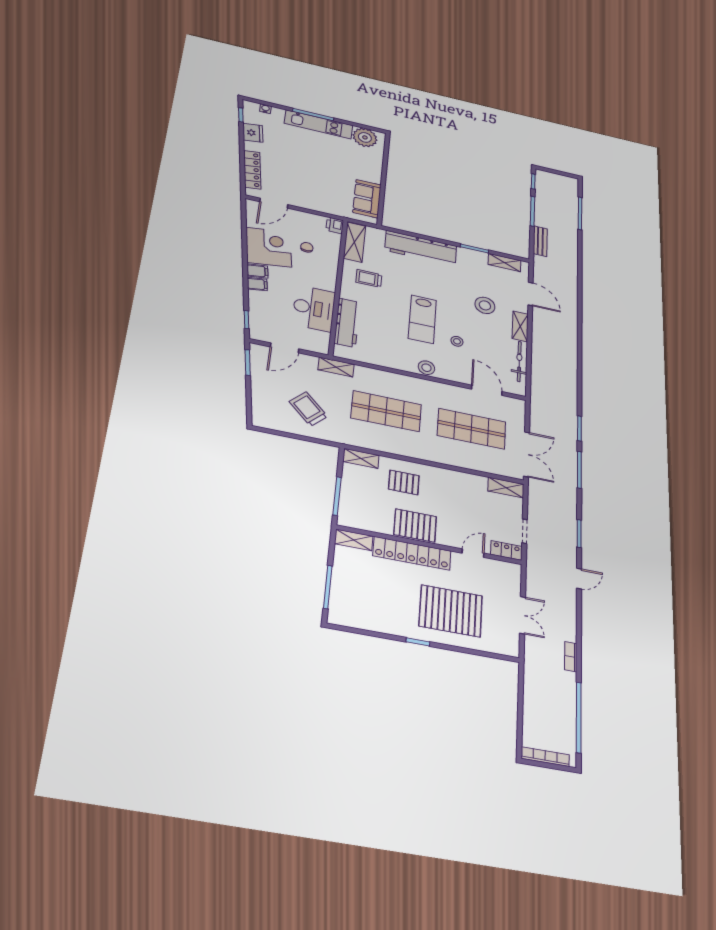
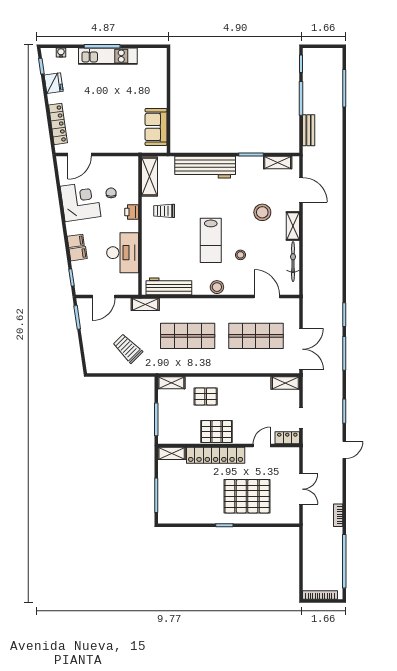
plant: (365, 137) -> (149, 59), removed
printer: (335, 225) -> (132, 212), moved
filing cabinet: (257, 271) -> (78, 254), moved
workbench: (347, 323) -> (169, 286), moved, turned -90

